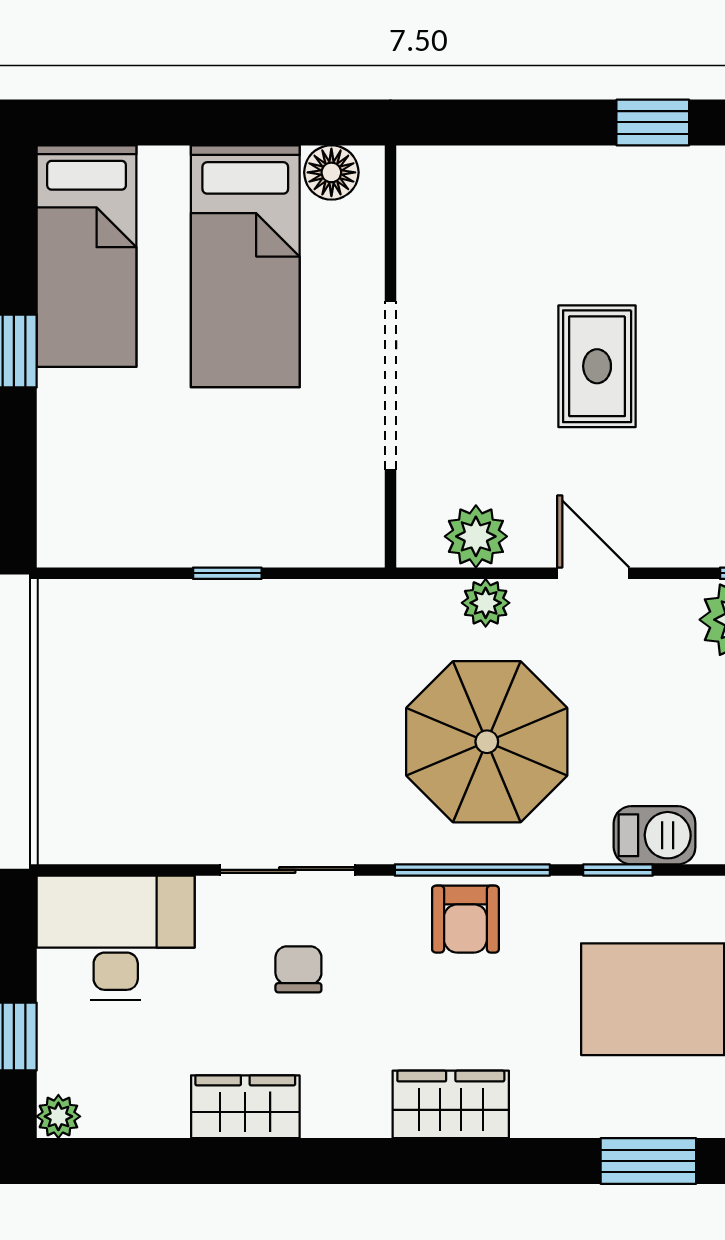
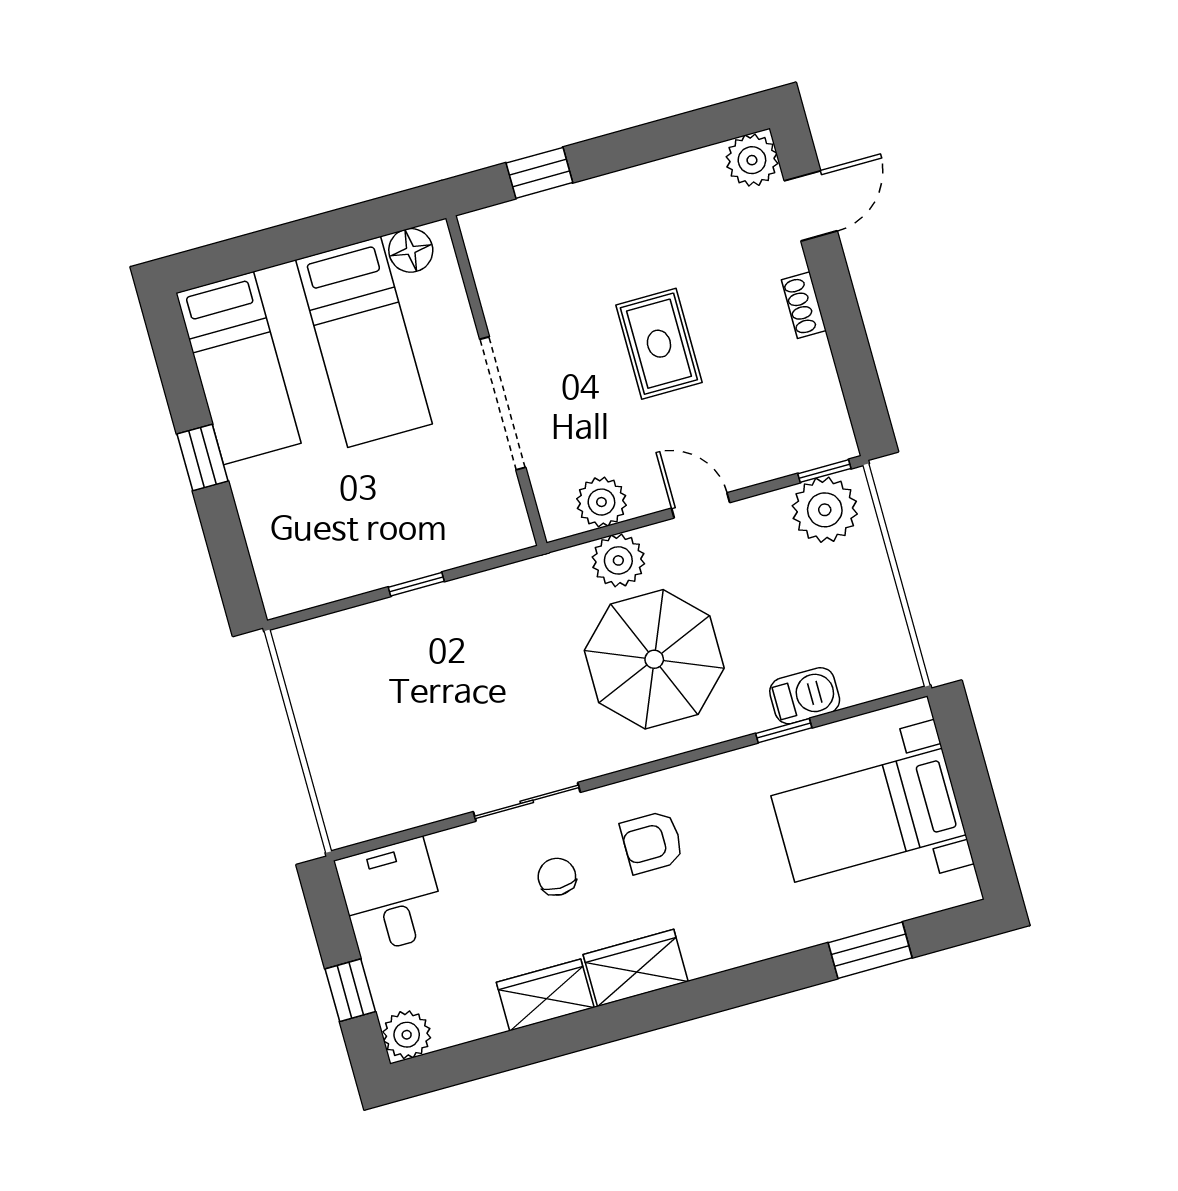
window: (653, 122) -> (539, 173), moved
plant: (486, 603) -> (618, 560), width x1.38, depth x1.38
window: (472, 870) -> (671, 762), removed
armchair: (465, 919) -> (652, 842), moved, turned 90
desk: (116, 938) -> (391, 896), width x0.73
wardrobe: (451, 1104) -> (636, 968), moved
plant: (58, 1116) -> (407, 1035), width x1.38, depth x1.38

